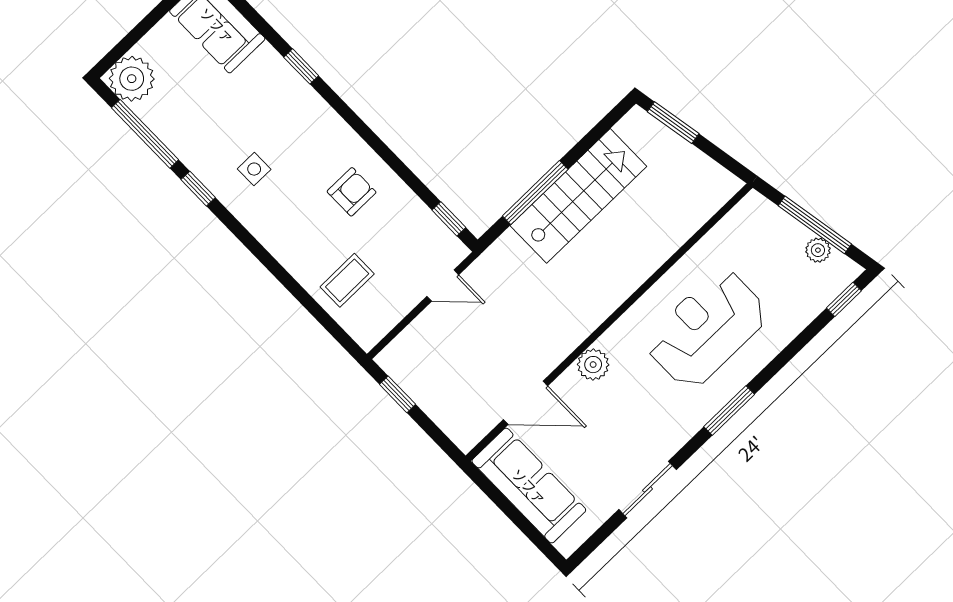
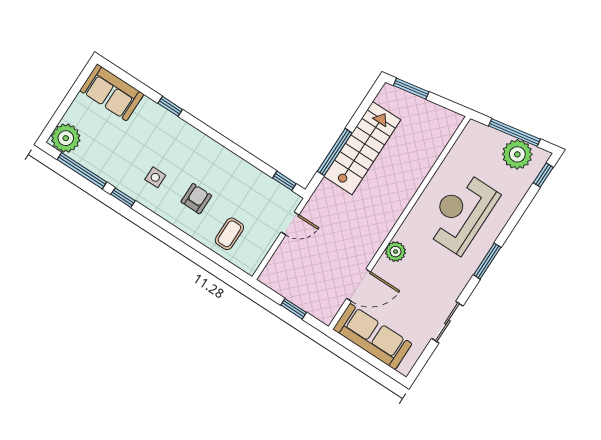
armchair: (352, 192) -> (196, 199), moved
plant: (818, 250) -> (517, 154), width x1.87, depth x1.87
window: (397, 394) -> (294, 309), moved

